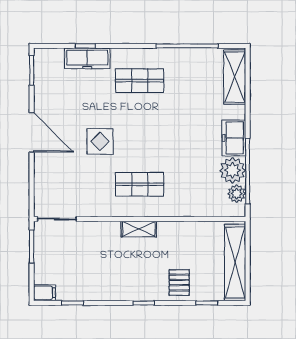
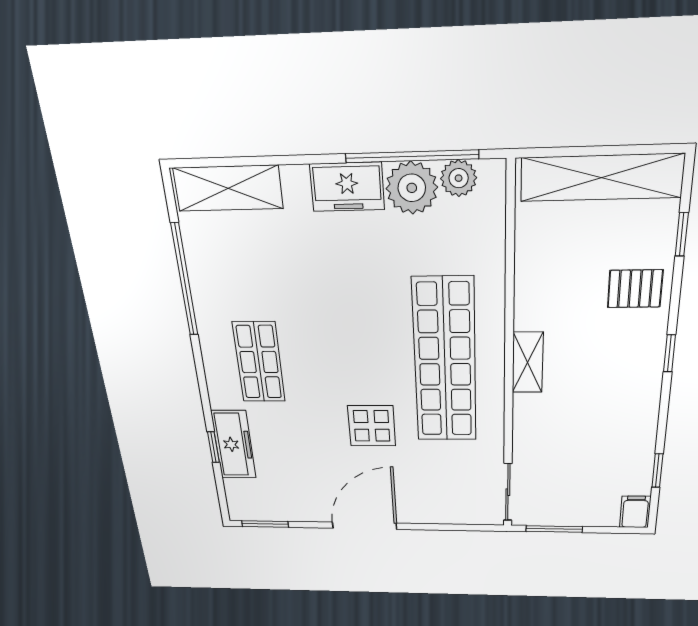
shop shelf: (140, 184) -> (445, 361), width x2.00, depth x1.36

